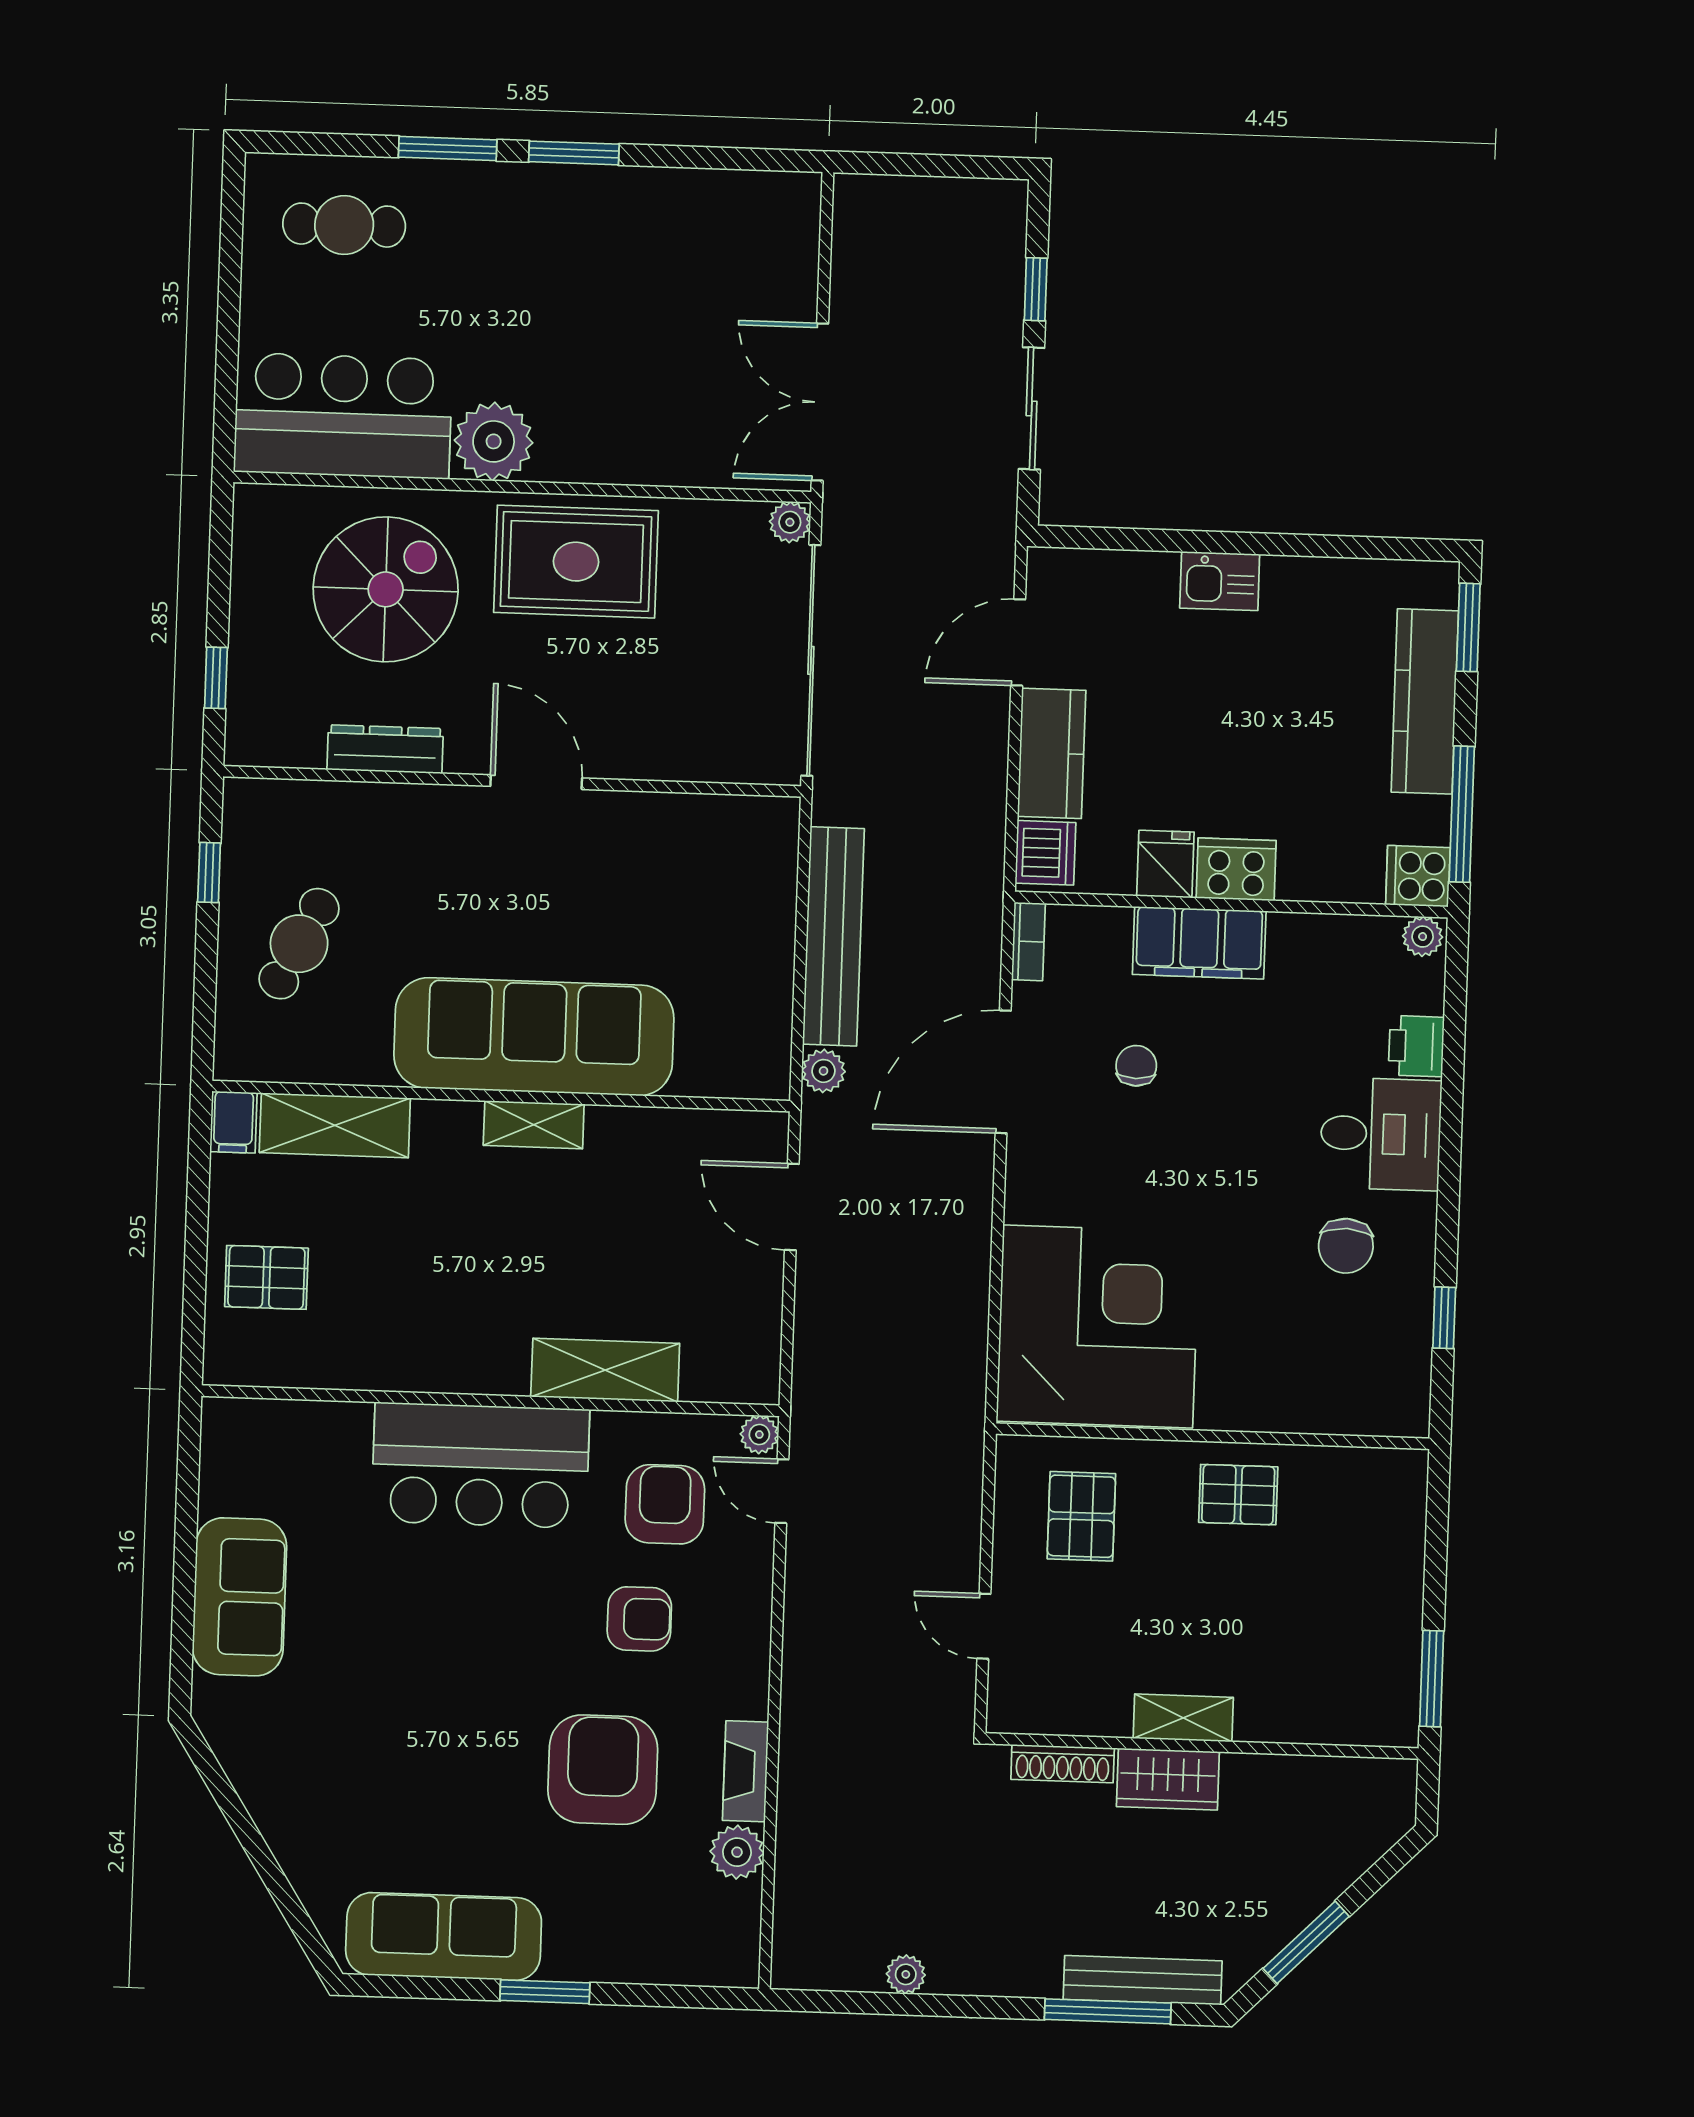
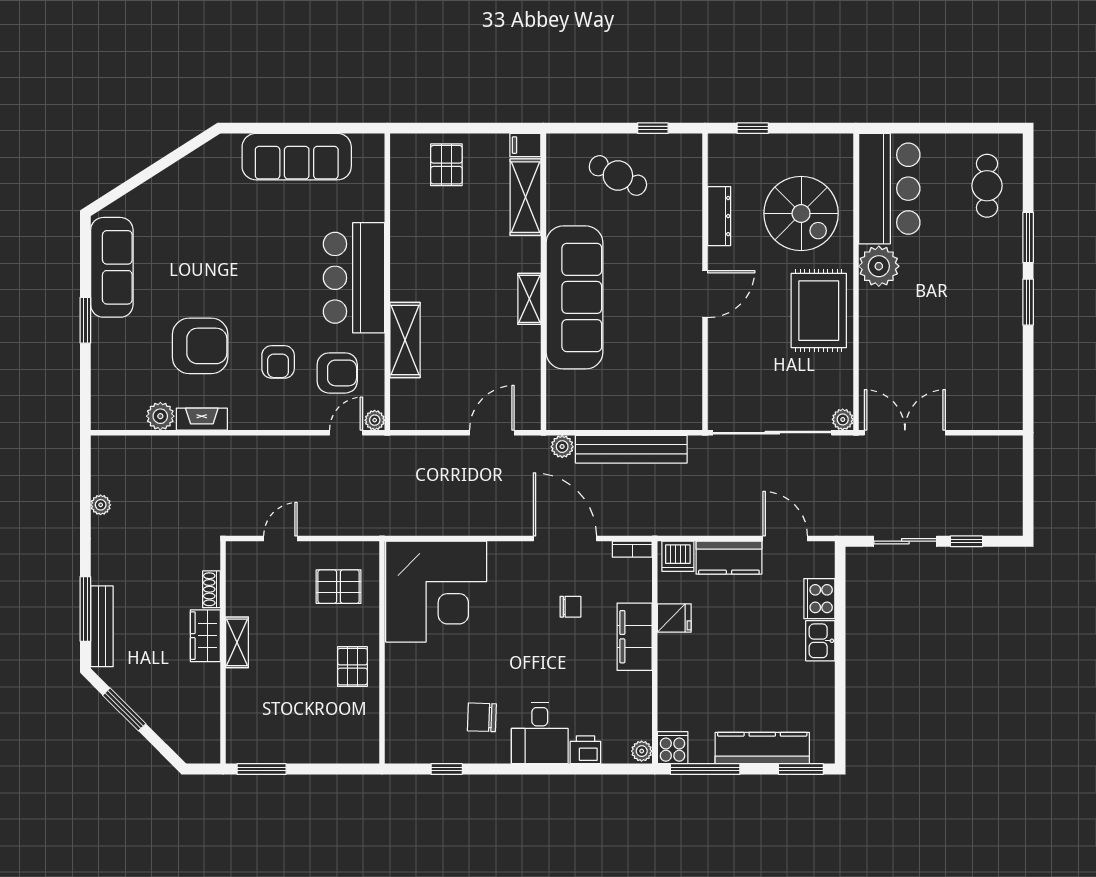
cooker: (1236, 869) -> (819, 599), moved, turned 180
sofa: (240, 1597) -> (297, 157), width x1.36
shoe rack: (1063, 1764) -> (211, 589), width x0.70

